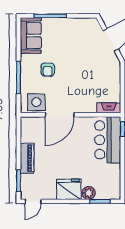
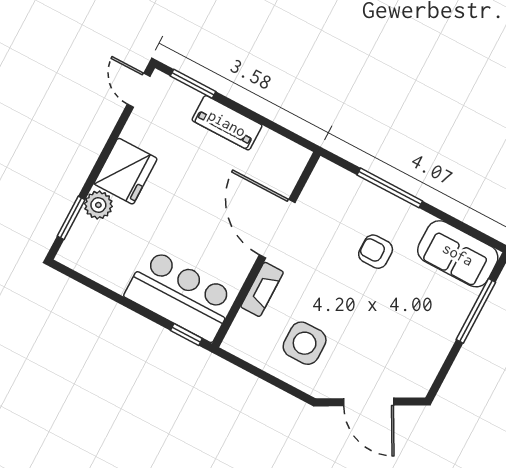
side table: (36, 102) -> (305, 343), moved
fireplace: (109, 108) -> (262, 289), moved

